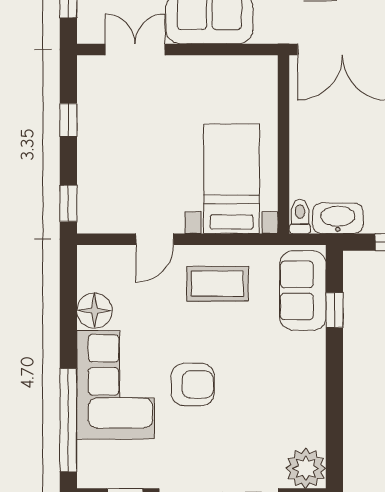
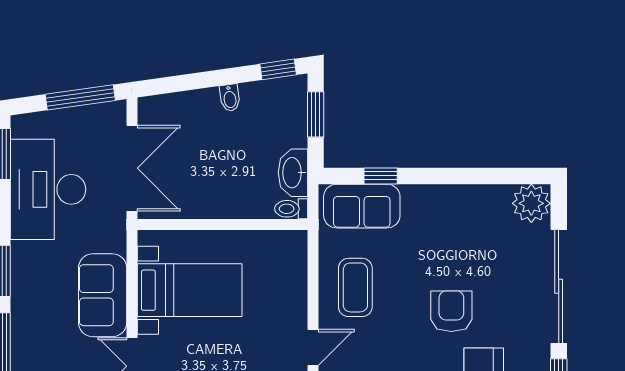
bed with nightstands: (232, 179) -> (190, 290), moved, turned 180
door: (155, 239) -> (313, 347), hinge flipped

